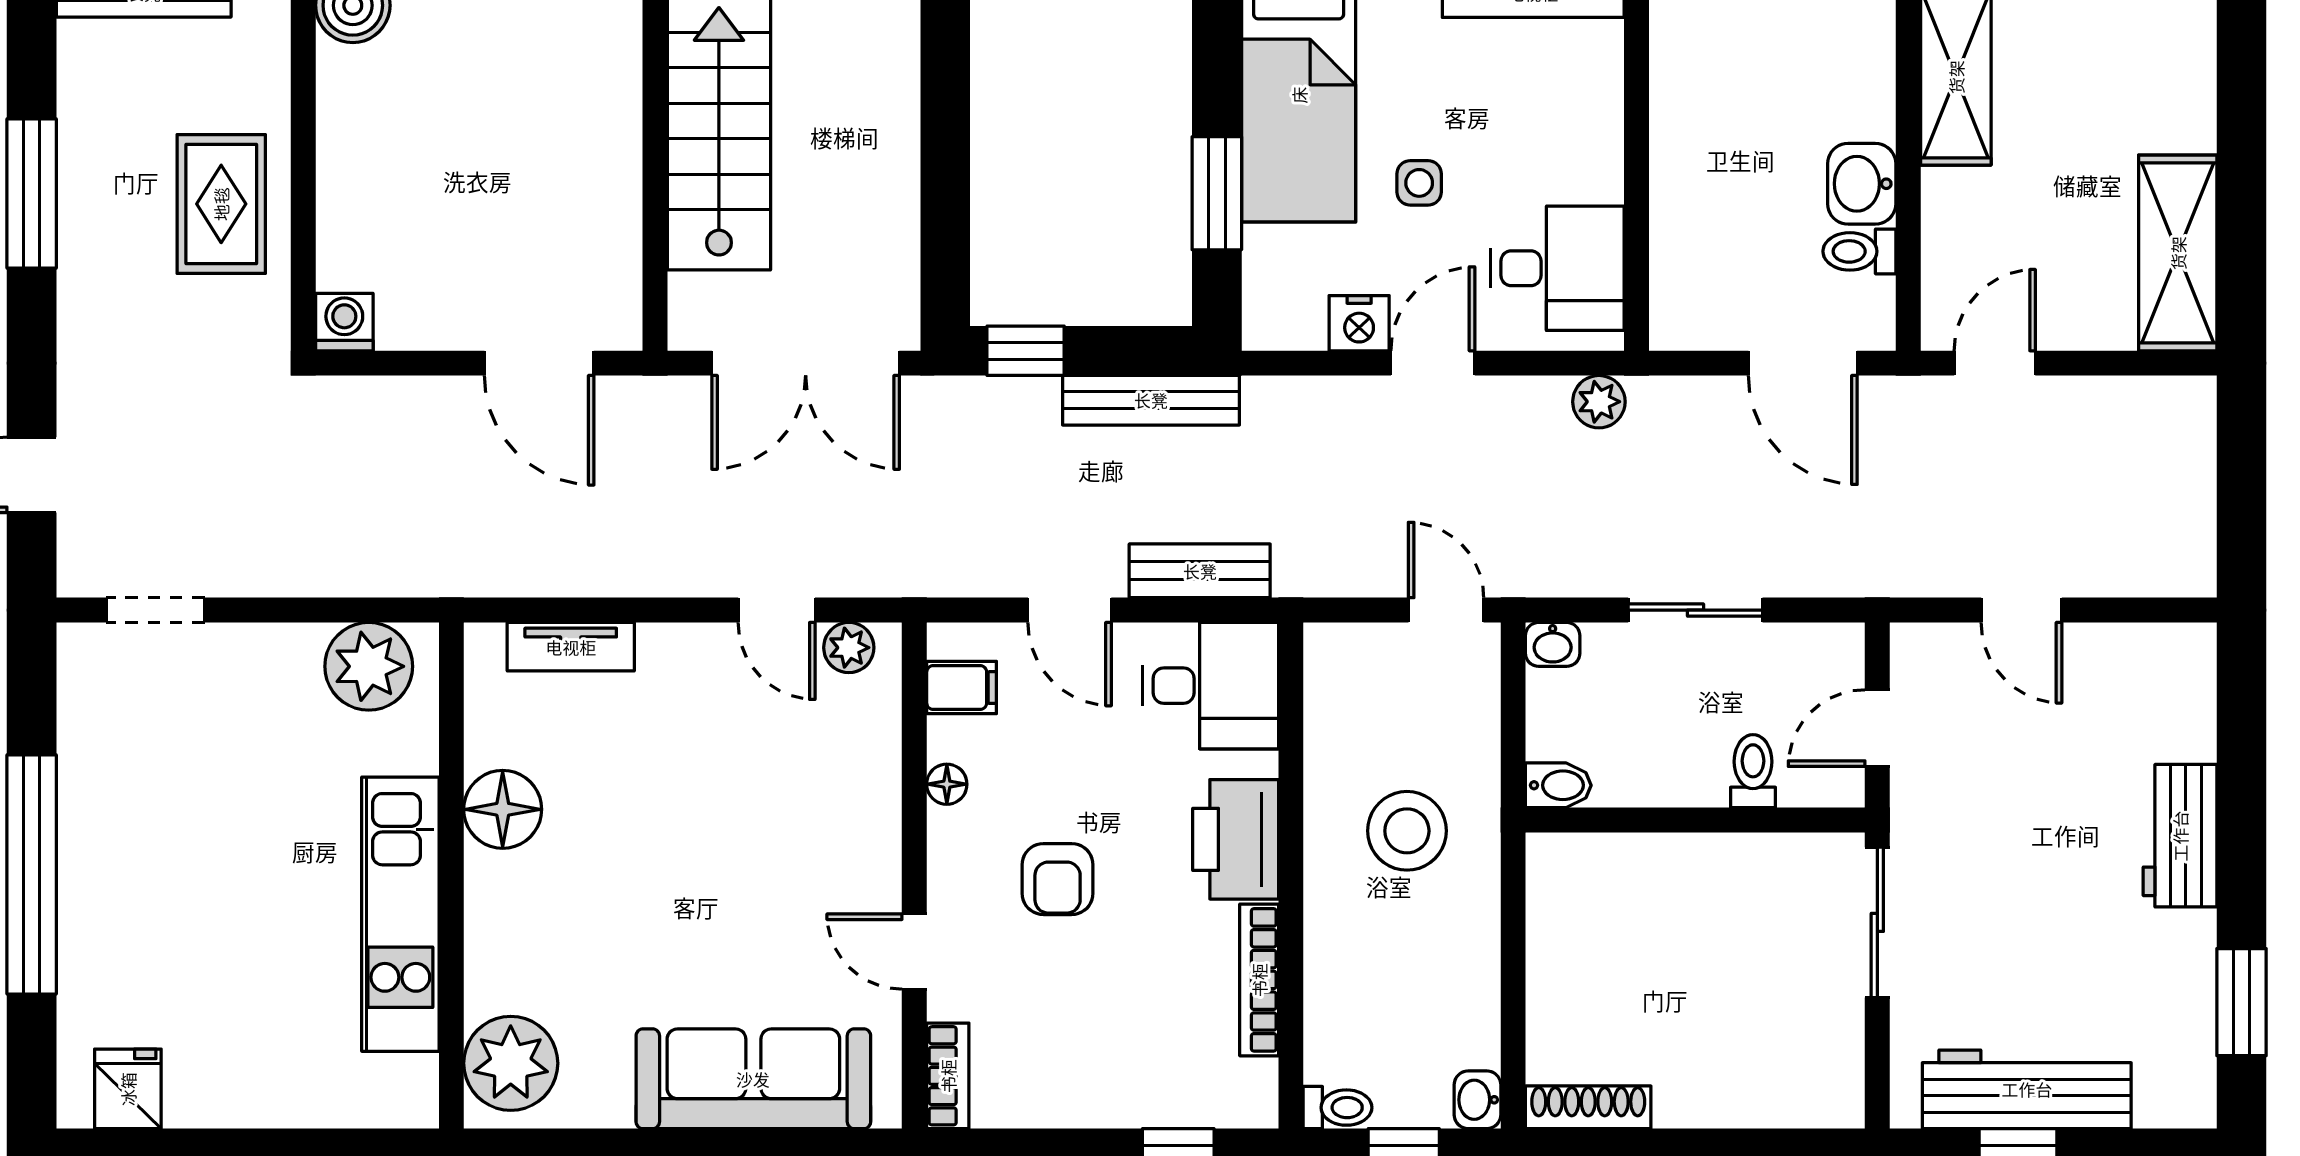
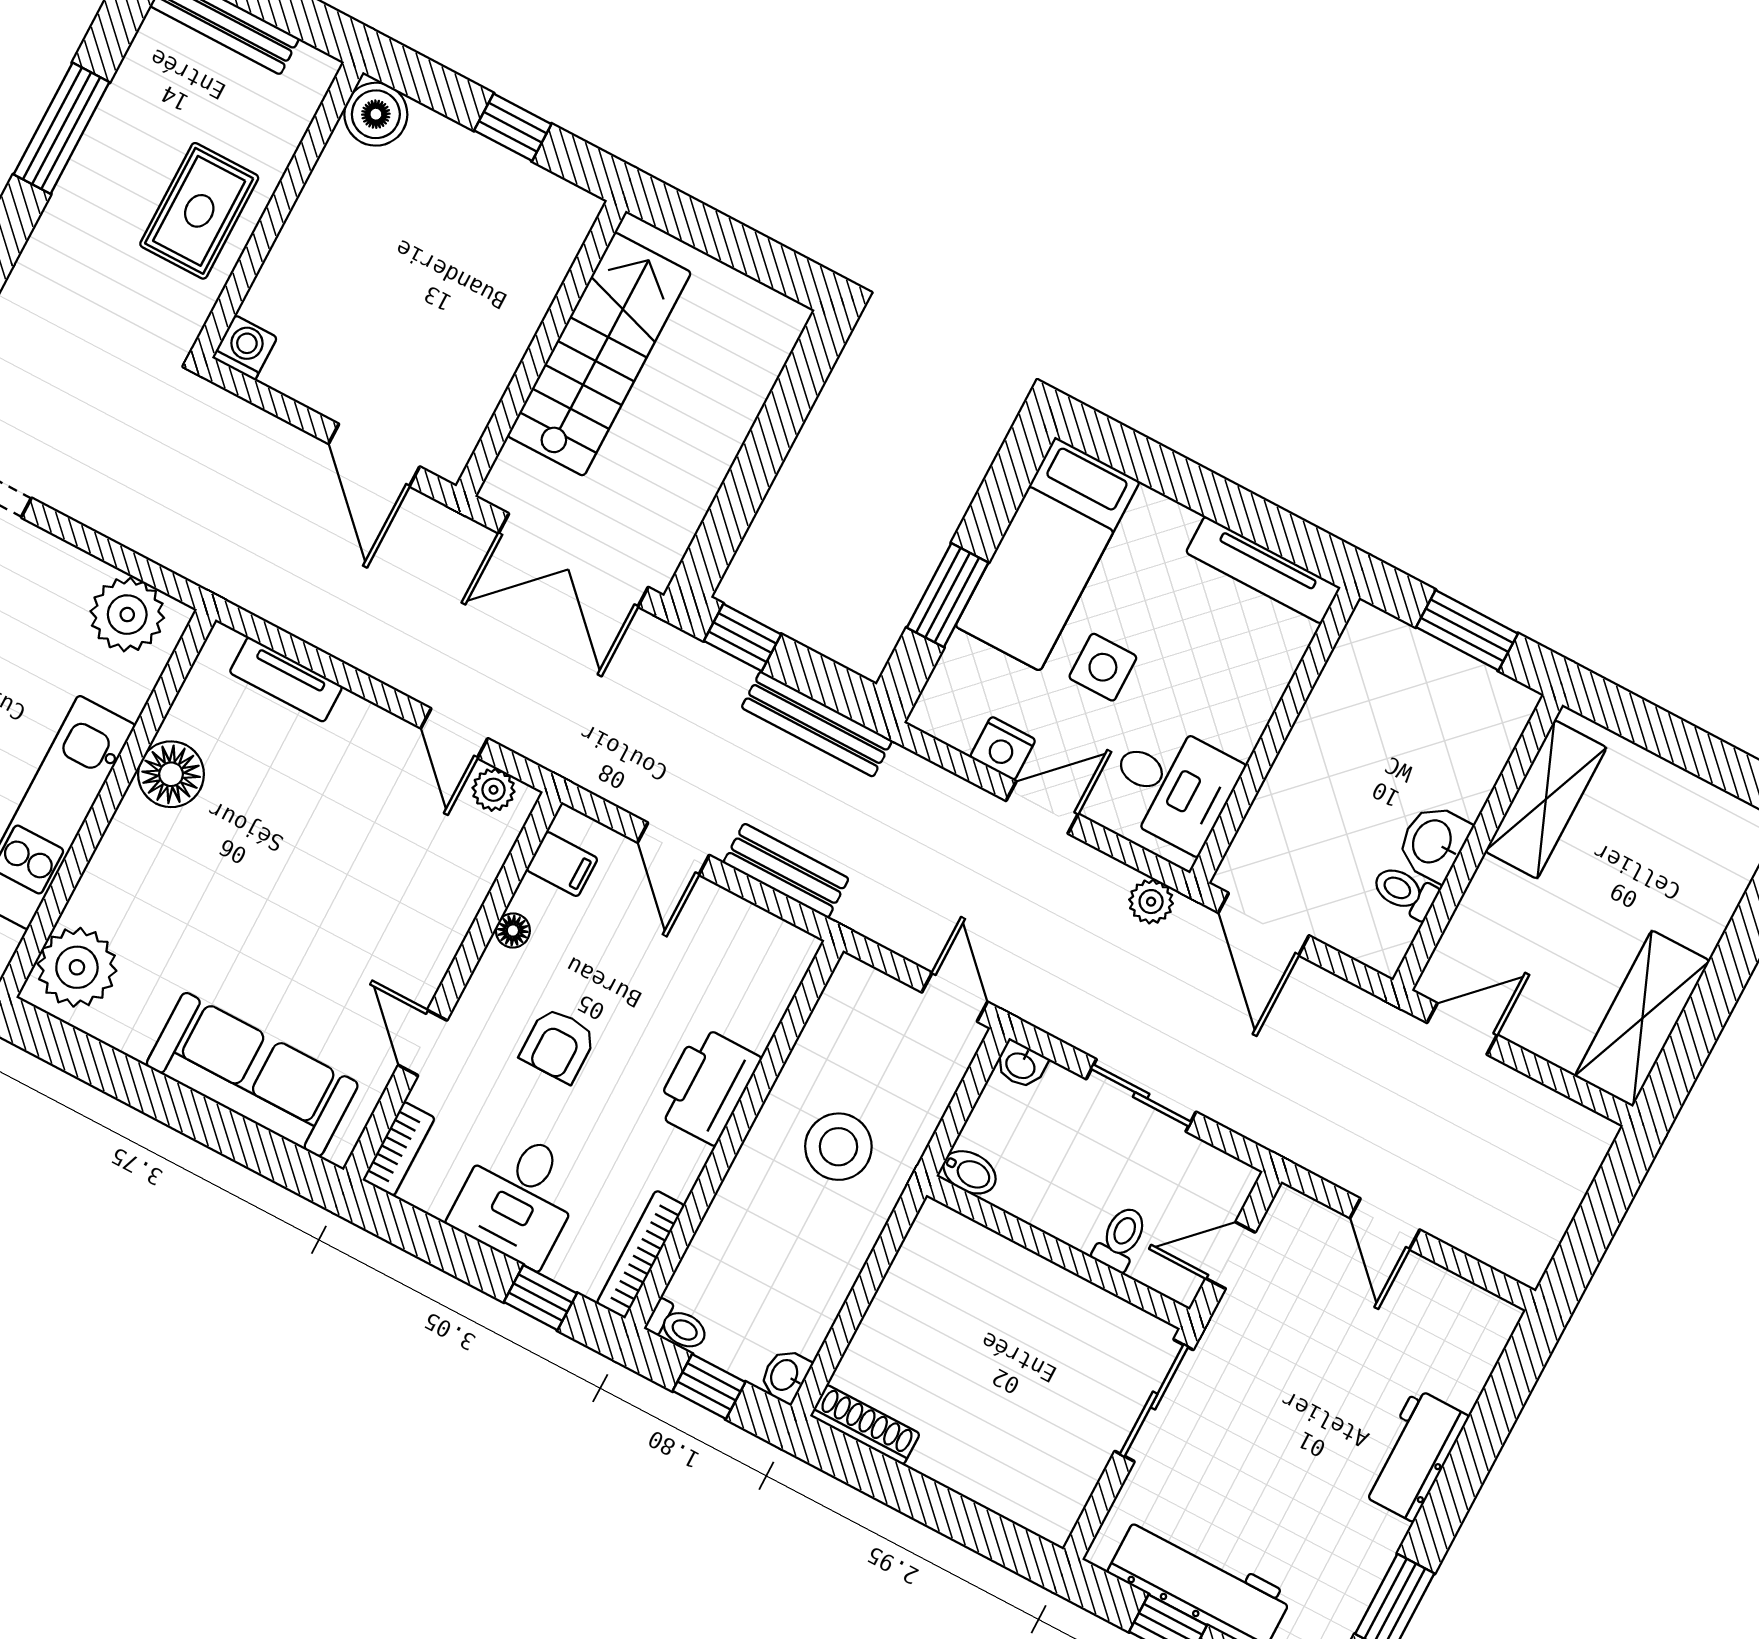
side table: (1419, 183) -> (1103, 667), width x1.37, depth x1.37
door: (1803, 363) -> (1264, 924), moved
desk: (1210, 686) -> (518, 1197), moved, turned 90
bookcase: (1259, 980) -> (641, 1254), moved

